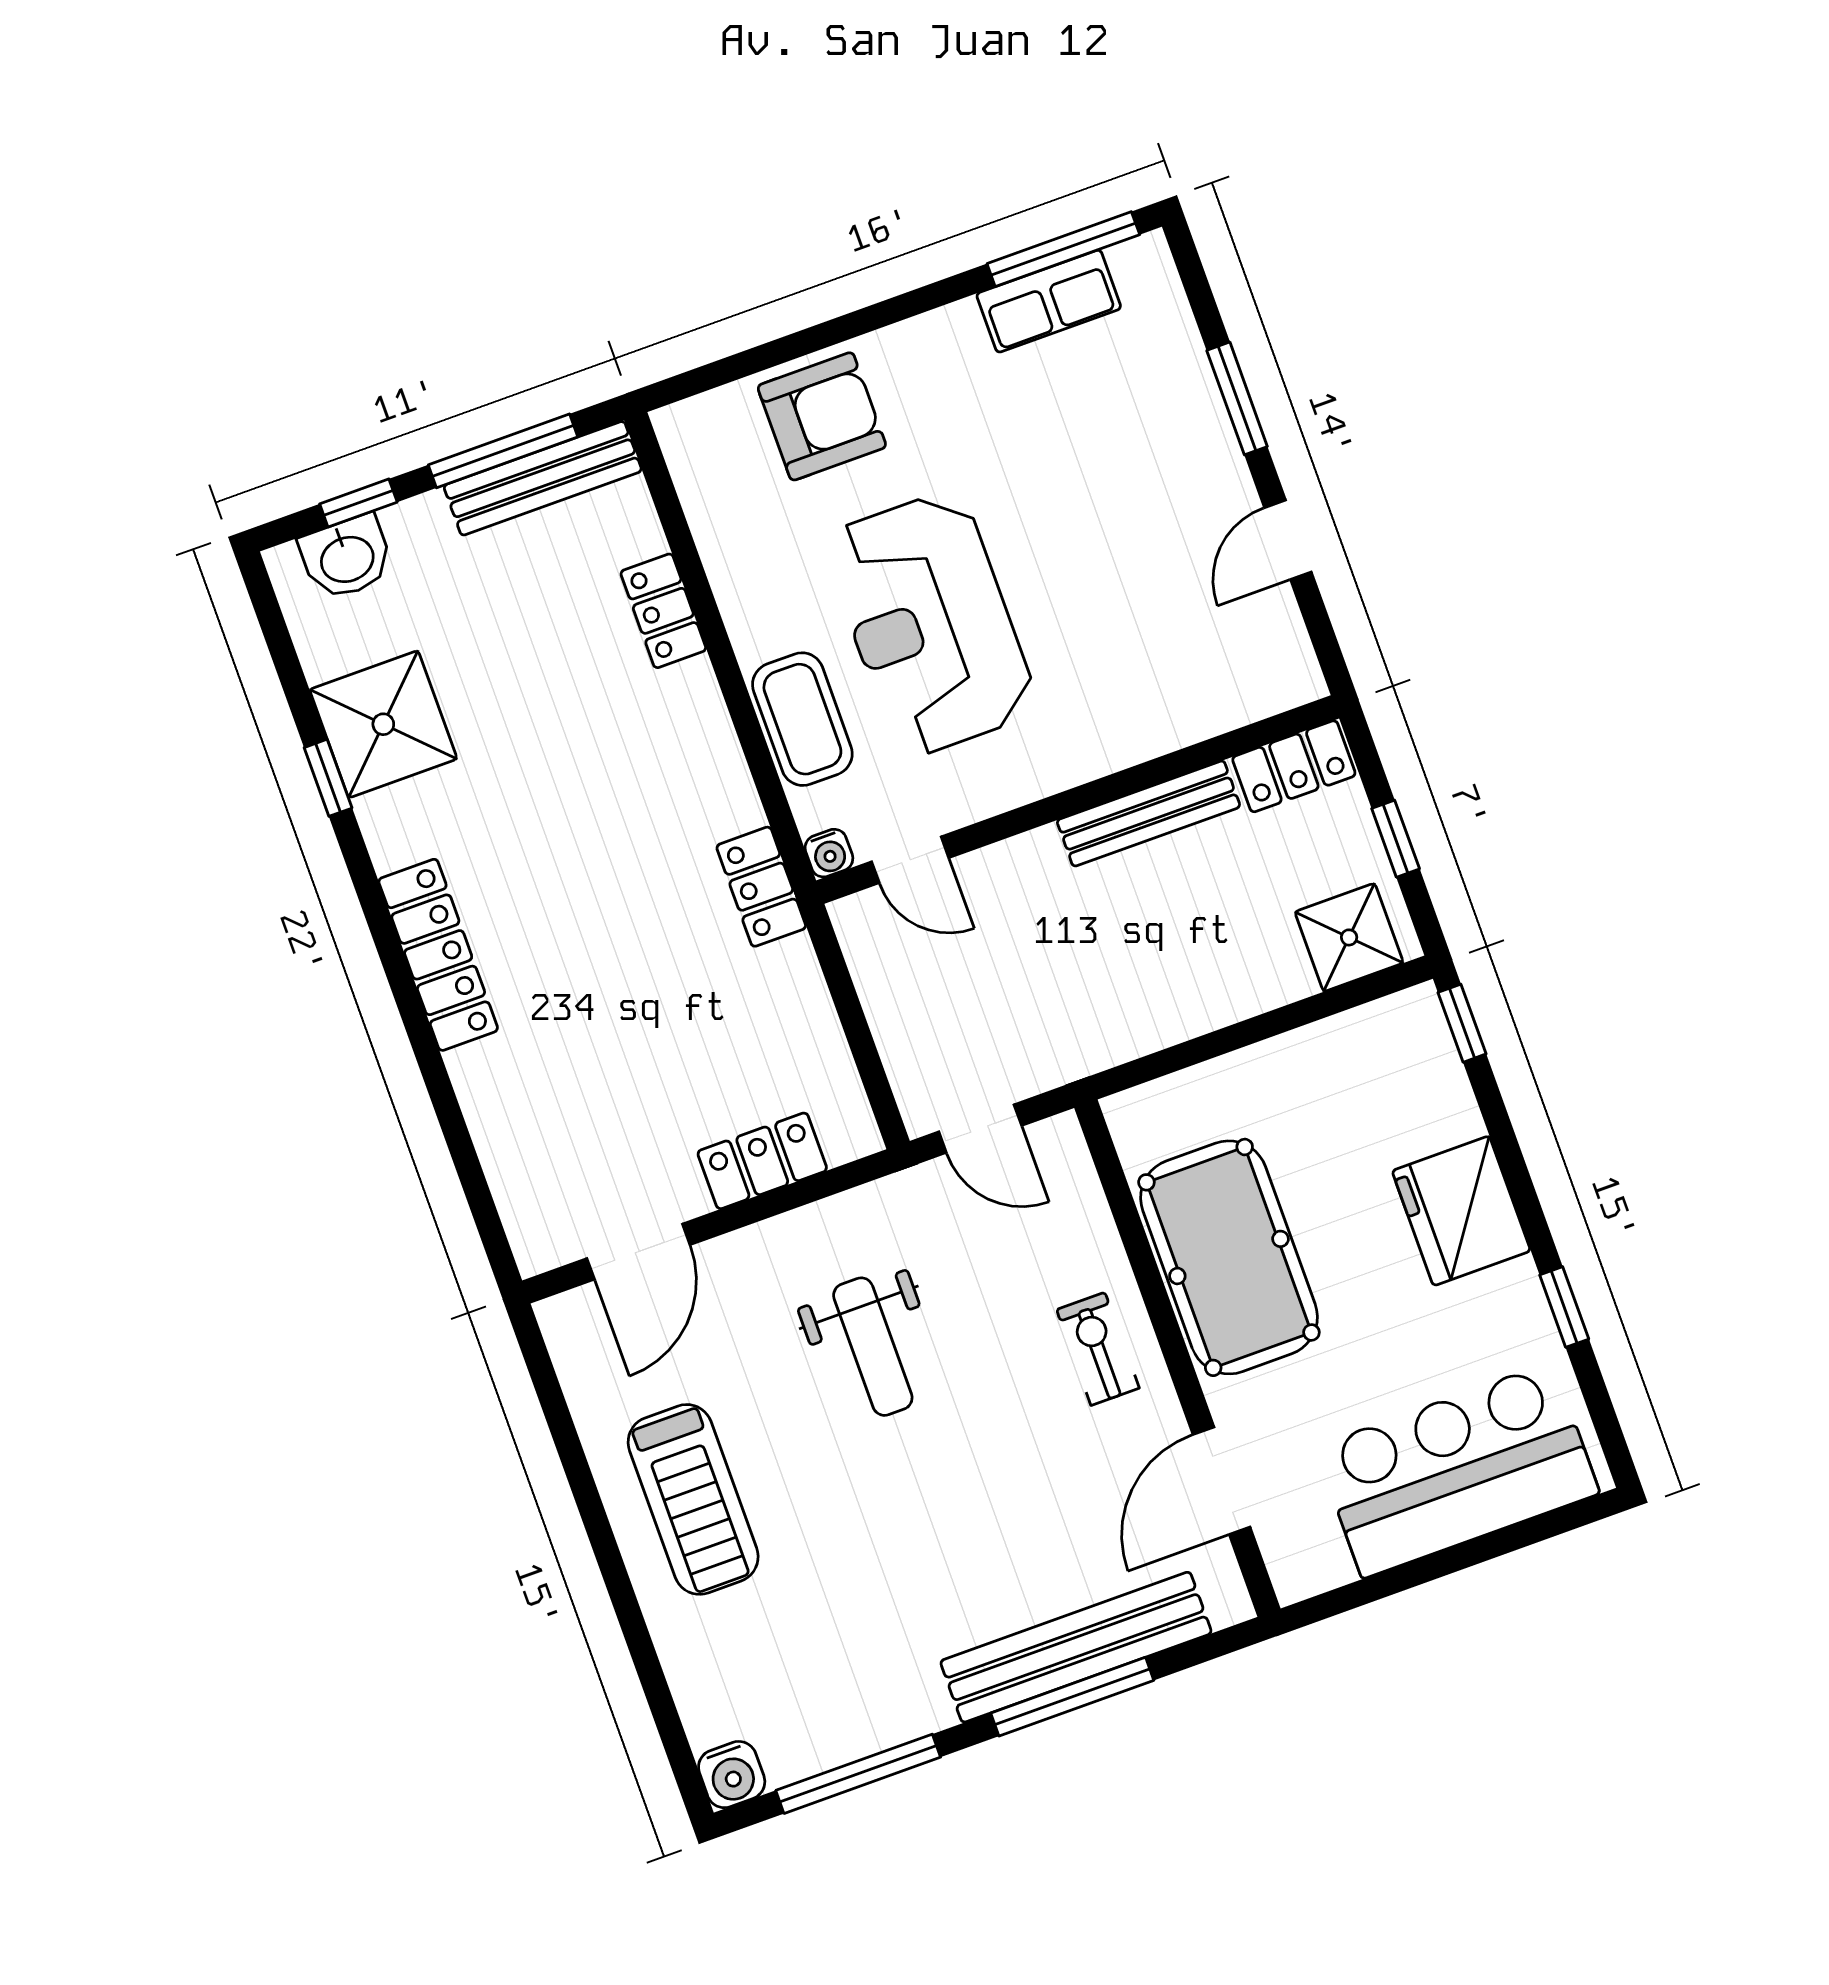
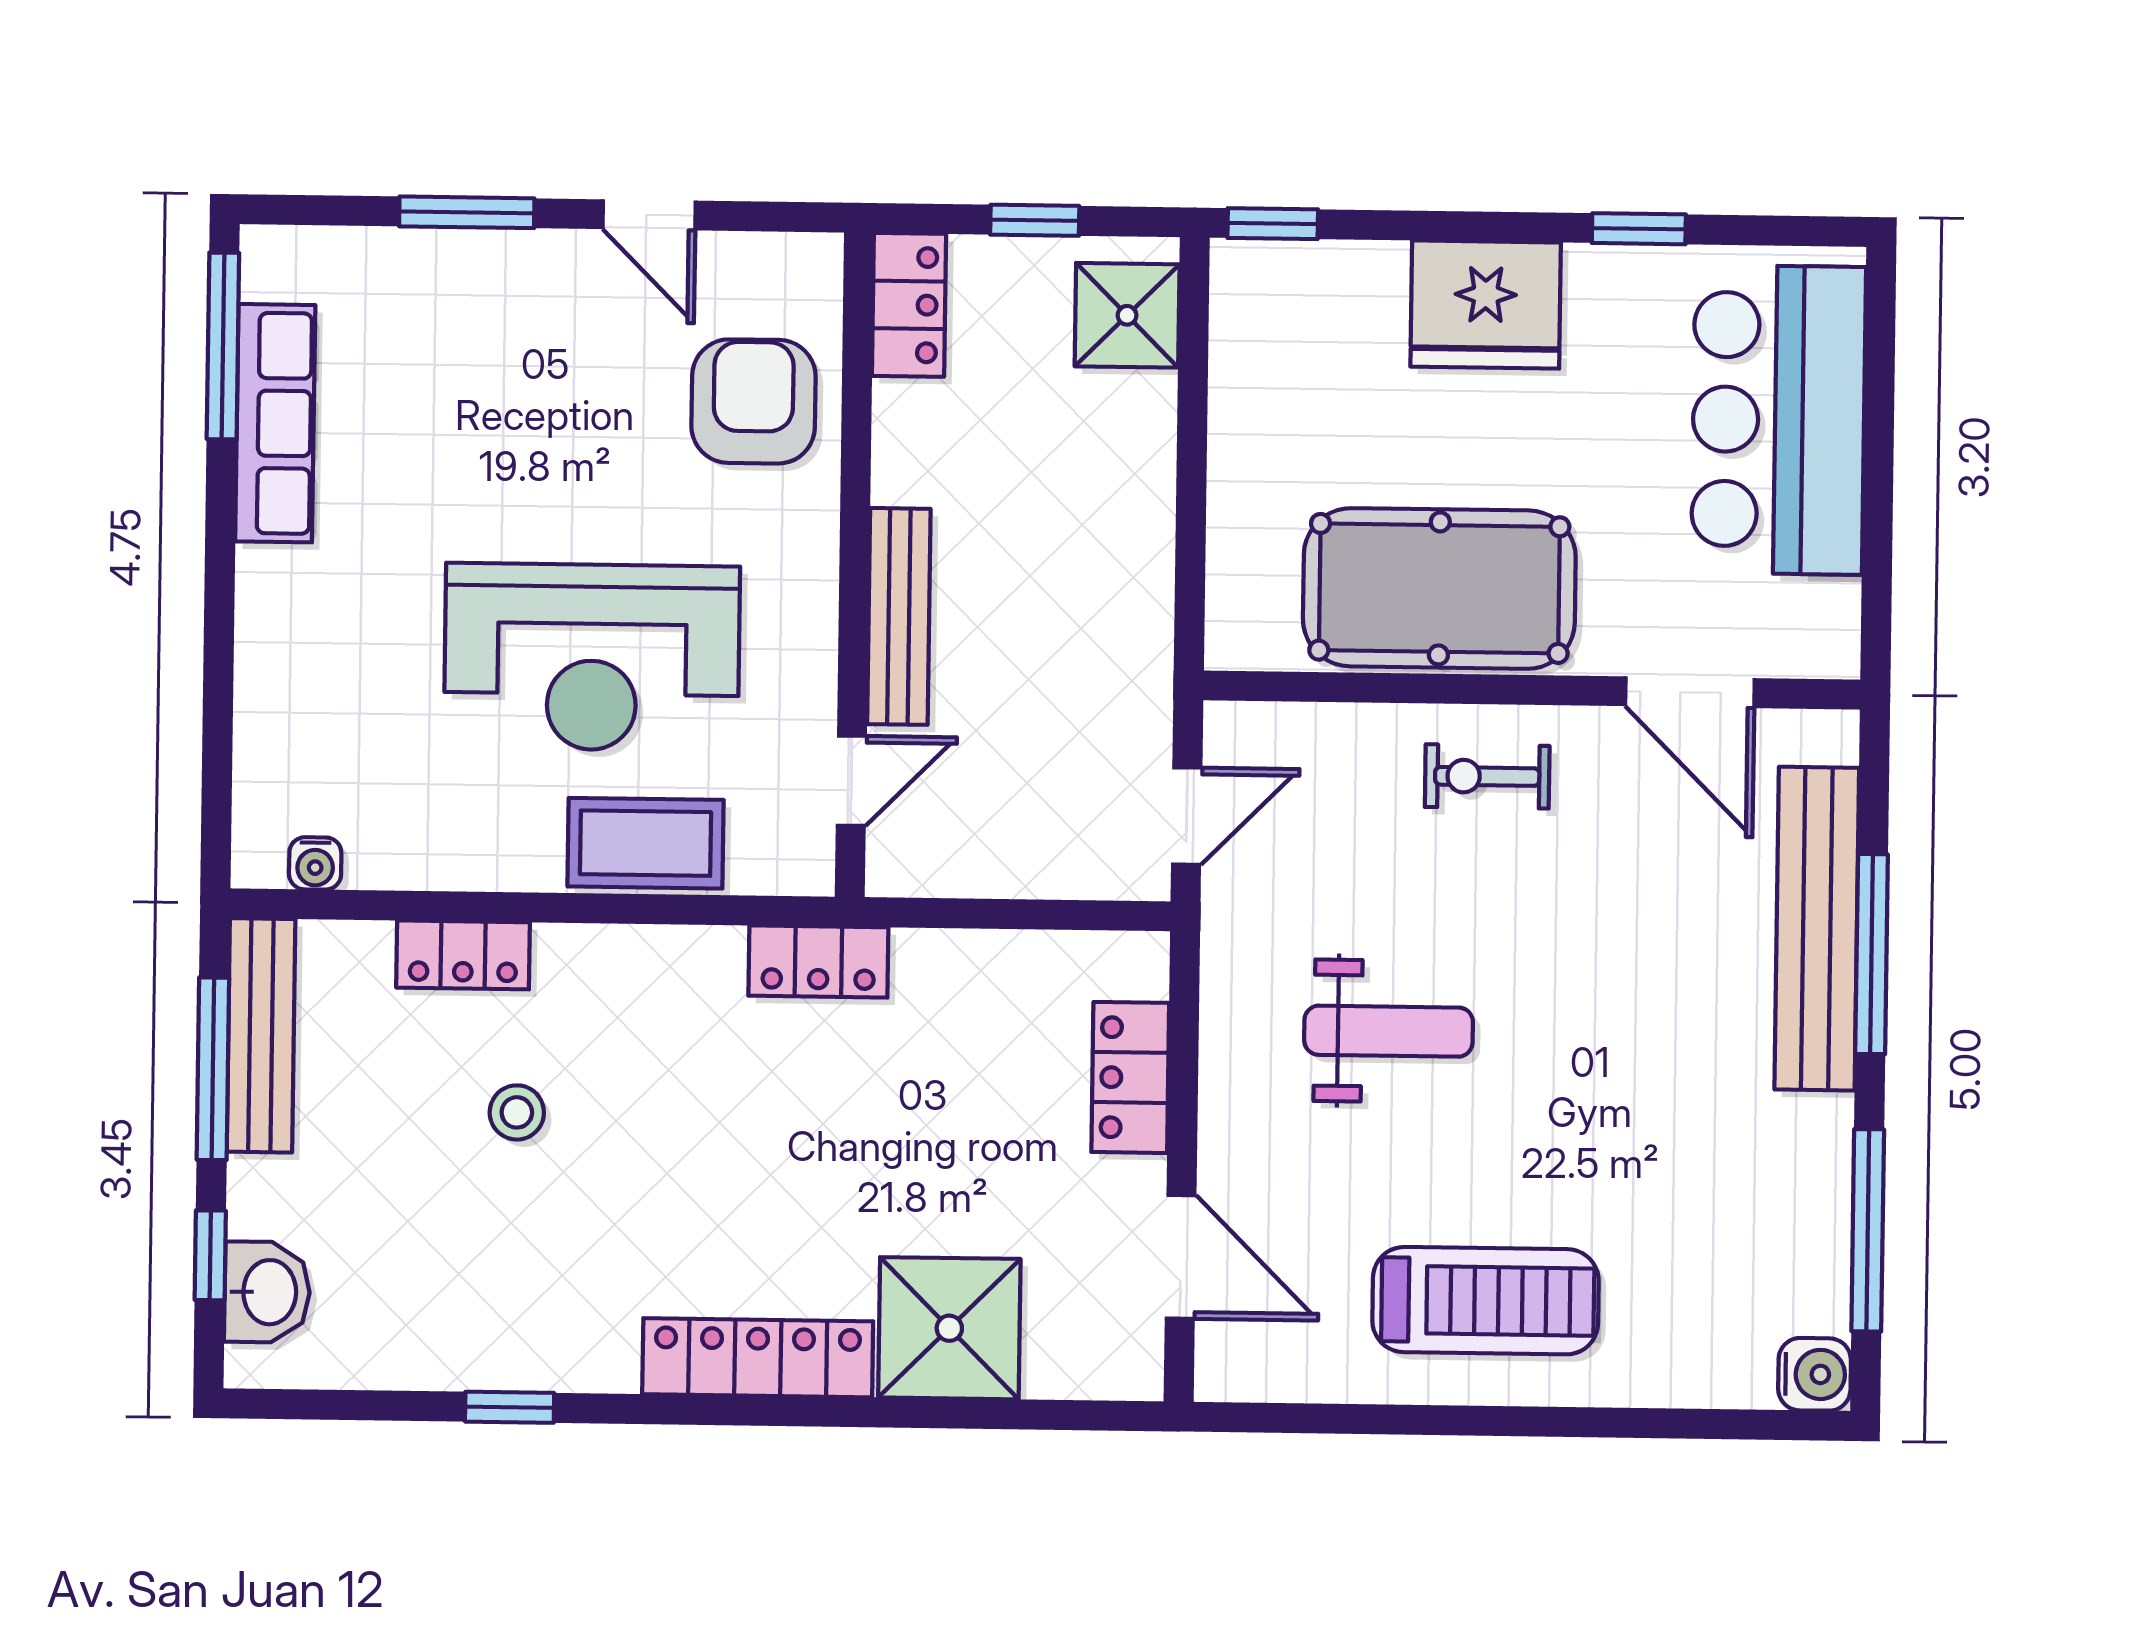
row of seats: (1049, 301) -> (275, 423), width x1.48
armchair: (822, 416) -> (754, 401), moved
stool: (557, 698) -> (517, 1112), added
shower: (383, 724) -> (949, 1328), moved
bench: (1148, 814) -> (899, 616), moved
water cooler: (829, 853) -> (315, 863), moved, turned 90

